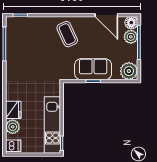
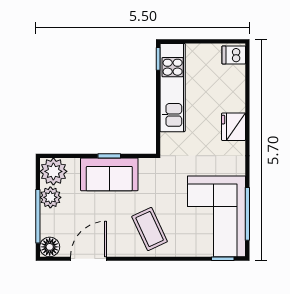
door: (106, 15) -> (88, 259), hinge flipped
plant: (131, 37) -> (50, 197), moved
corner sofa: (24, 42) -> (217, 216), added
fridge: (13, 110) -> (234, 127), moved
plant: (13, 127) -> (234, 85), removed

